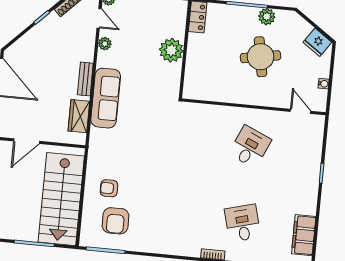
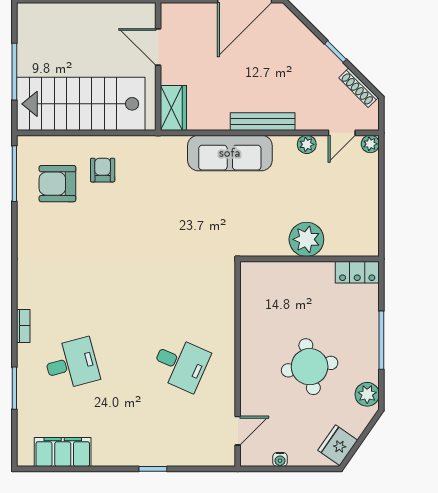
plant: (267, 17) -> (367, 394), moved
bench: (85, 79) -> (263, 122), width x1.36
wardrobe: (79, 116) -> (173, 108), moved, turned 90

